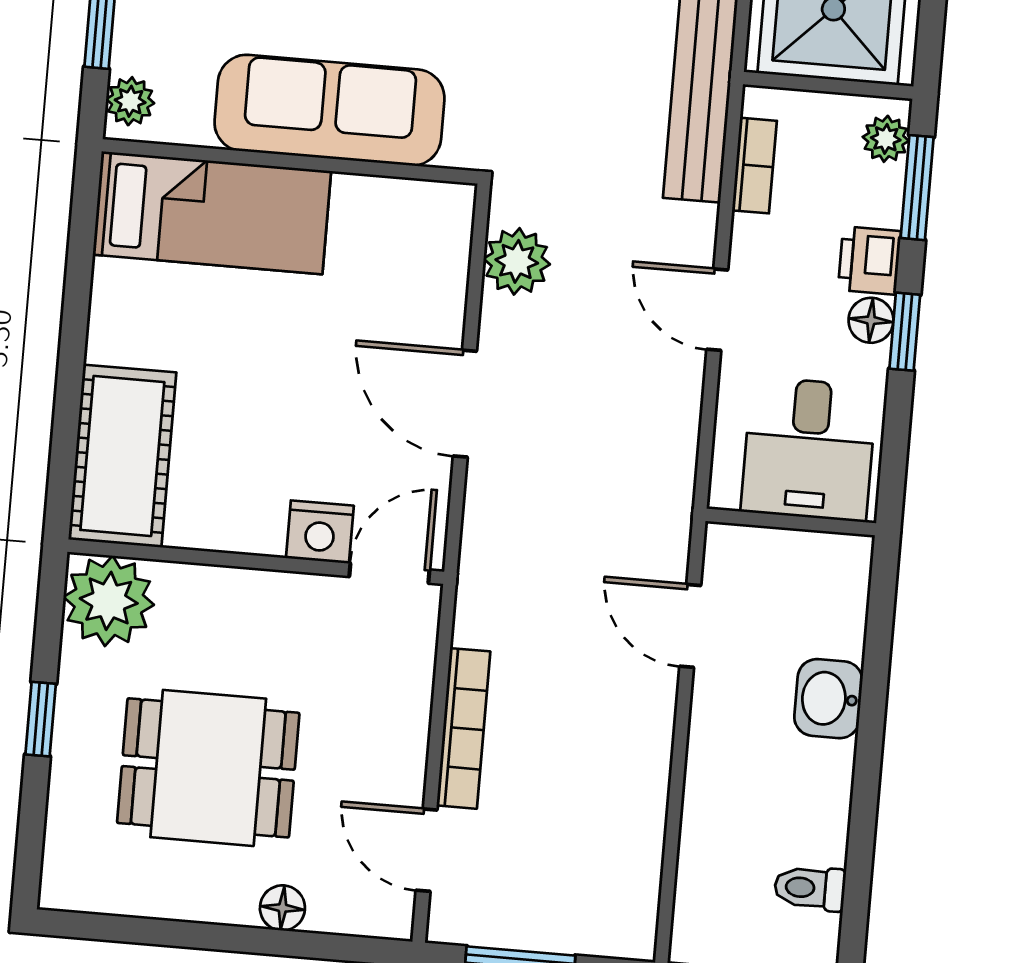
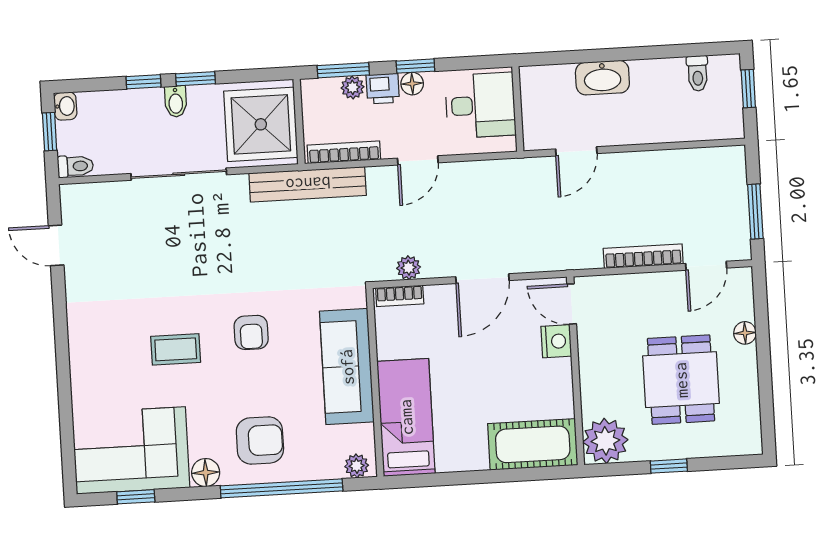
plant: (886, 139) -> (353, 87), moved
bookcase: (754, 166) -> (344, 152), width x1.56
bookcase: (454, 235) -> (400, 296), added
plant: (517, 261) -> (409, 268), width x0.73, depth x0.73
washbasin: (828, 699) -> (602, 78), width x1.38

